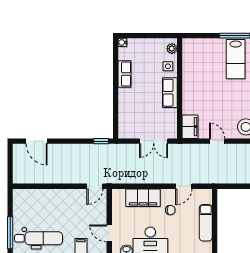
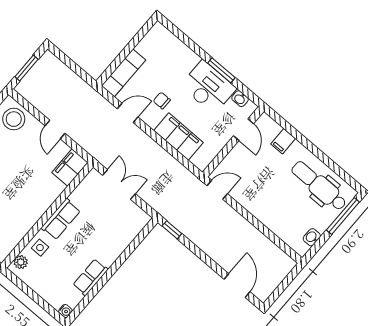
washbasin: (18, 205) -> (312, 237), added
exam couch: (206, 223) -> (124, 73), moved

